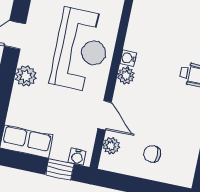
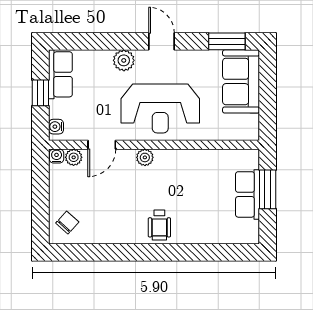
water cooler: (128, 58) -> (57, 156), moved
chair: (152, 154) -> (67, 223), moved, turned 42
window: (60, 169) -> (40, 93), moved

